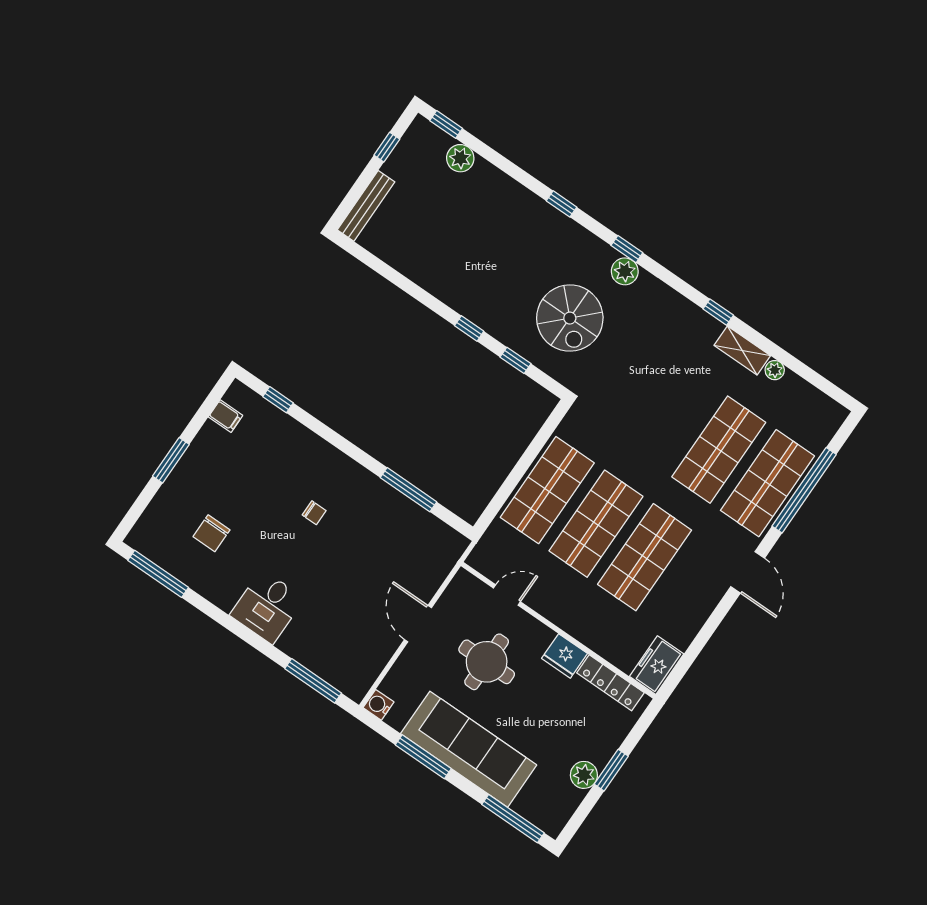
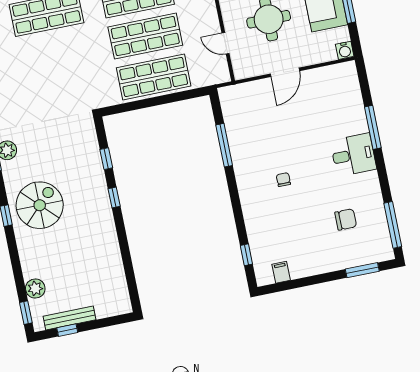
bench: (366, 206) -> (70, 318), moved
spiral stairs: (570, 318) -> (40, 205), moved
window: (171, 460) -> (362, 270), moved
window: (313, 681) -> (373, 127), moved

